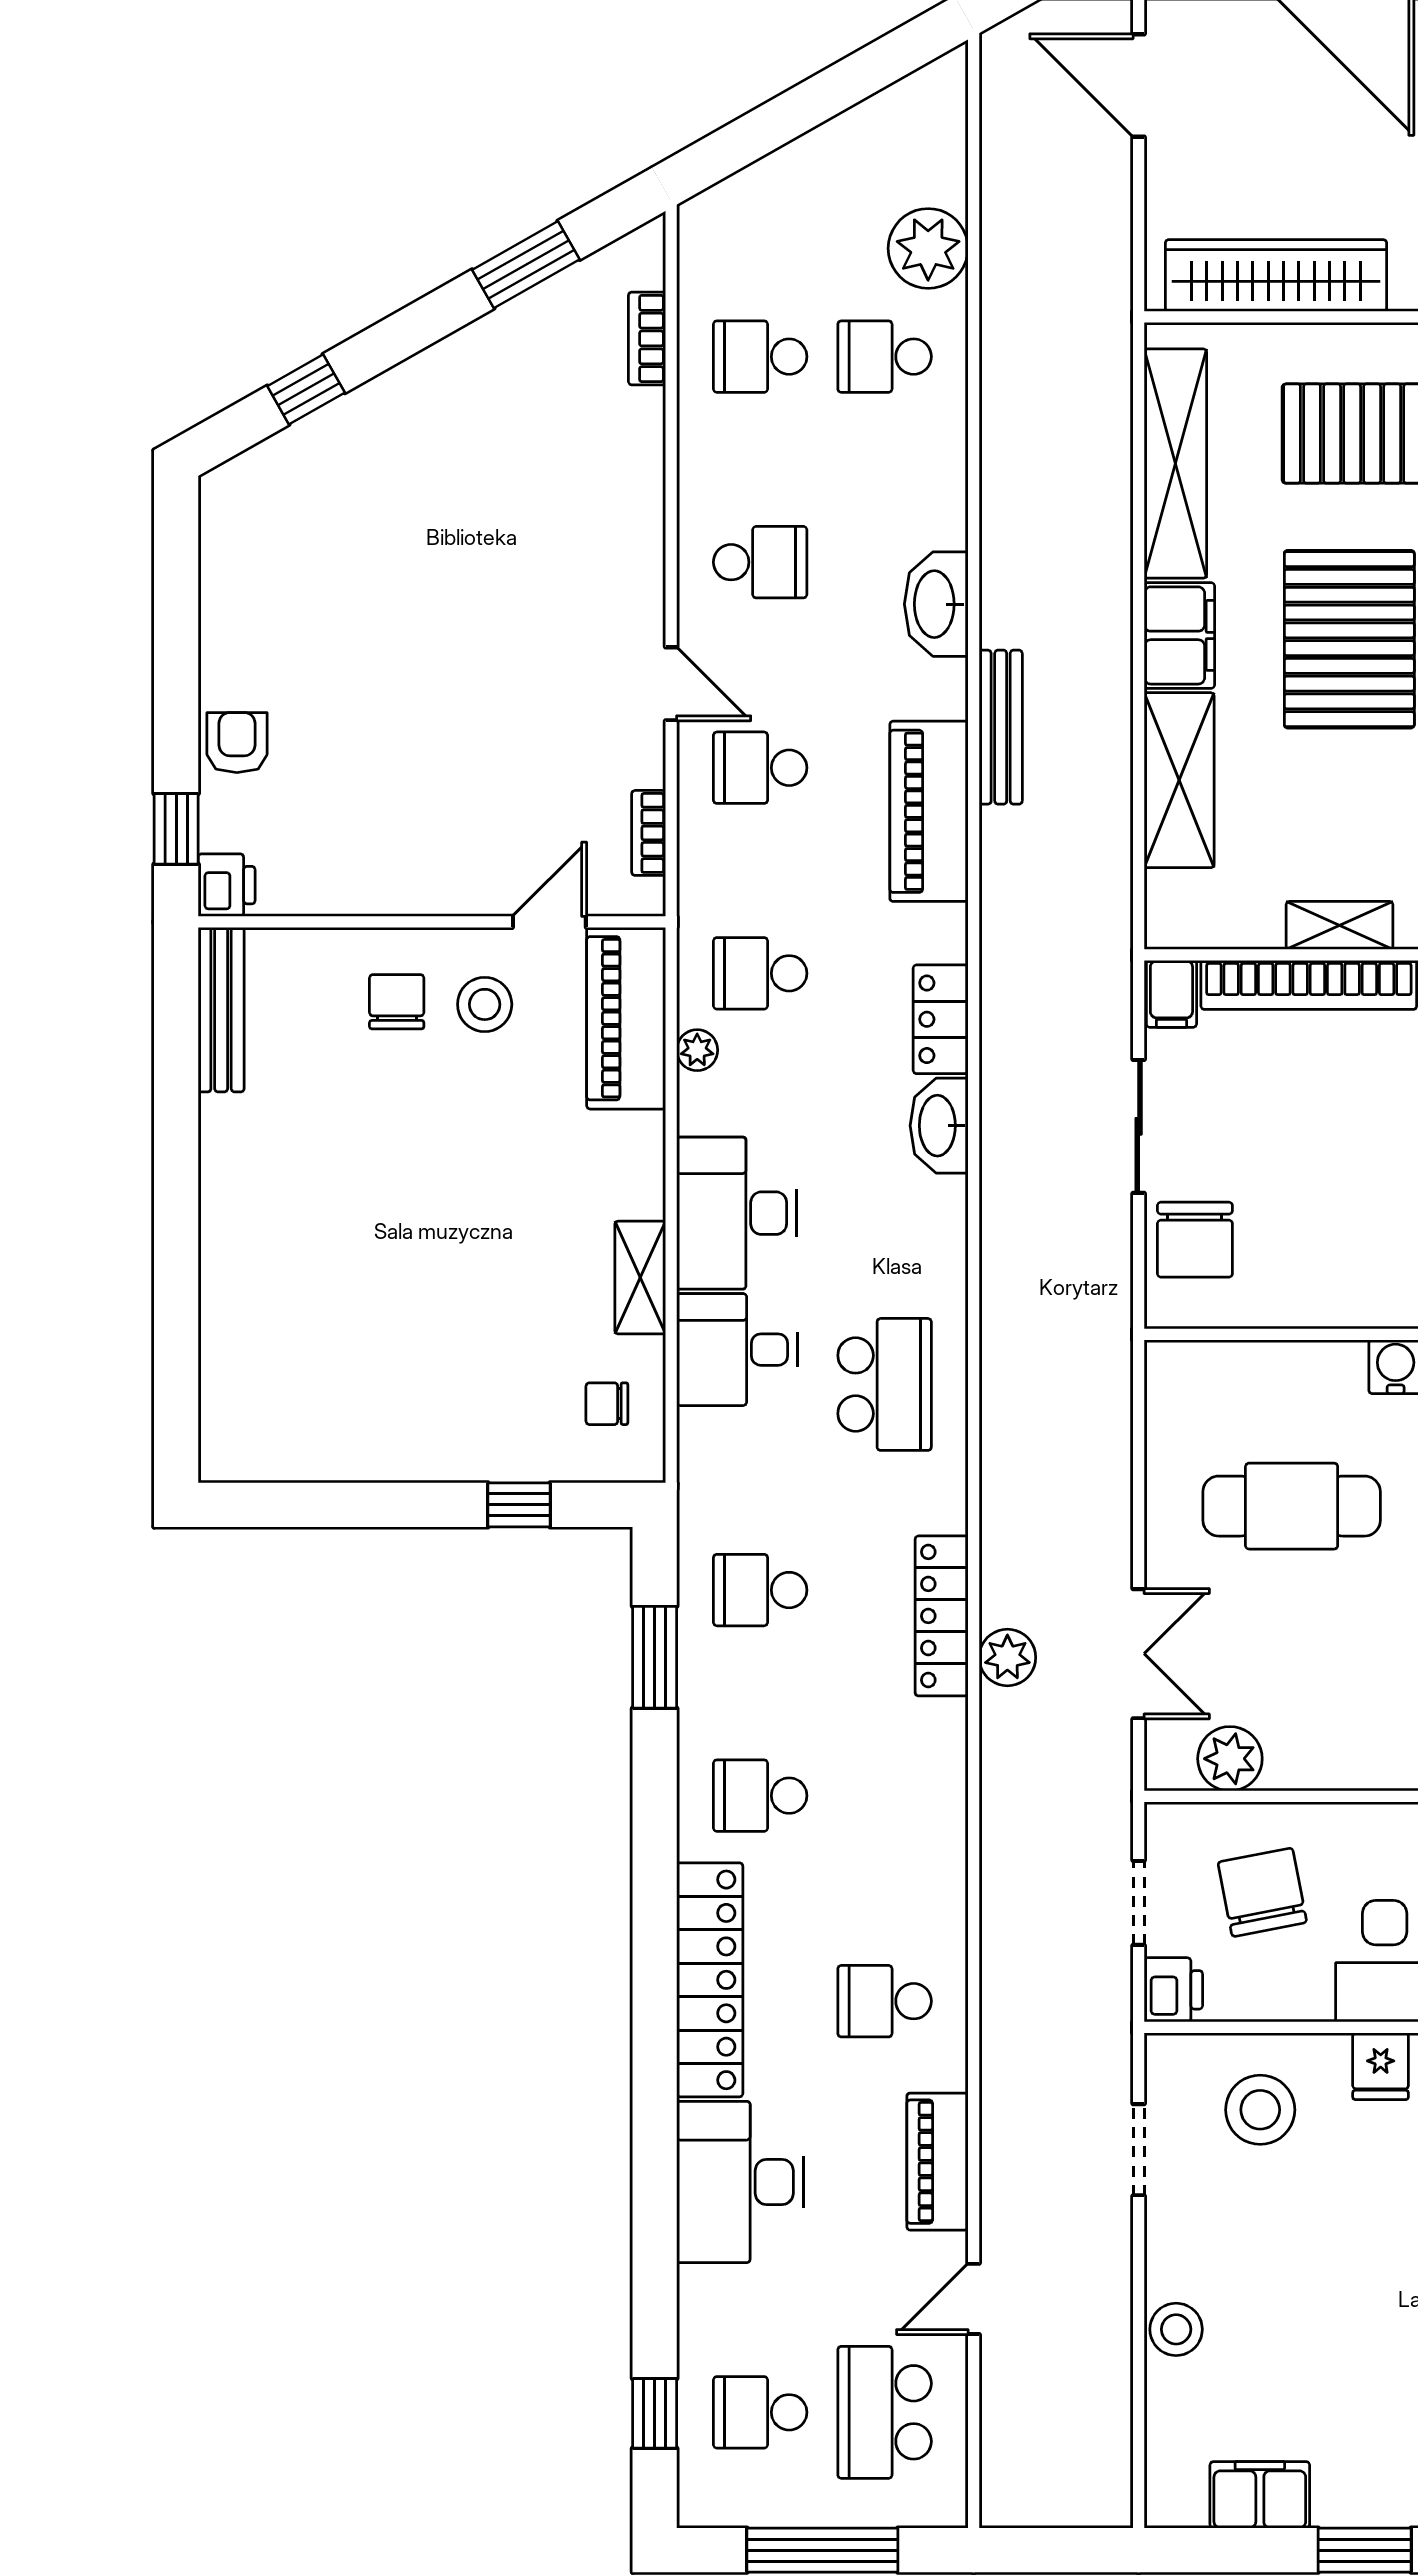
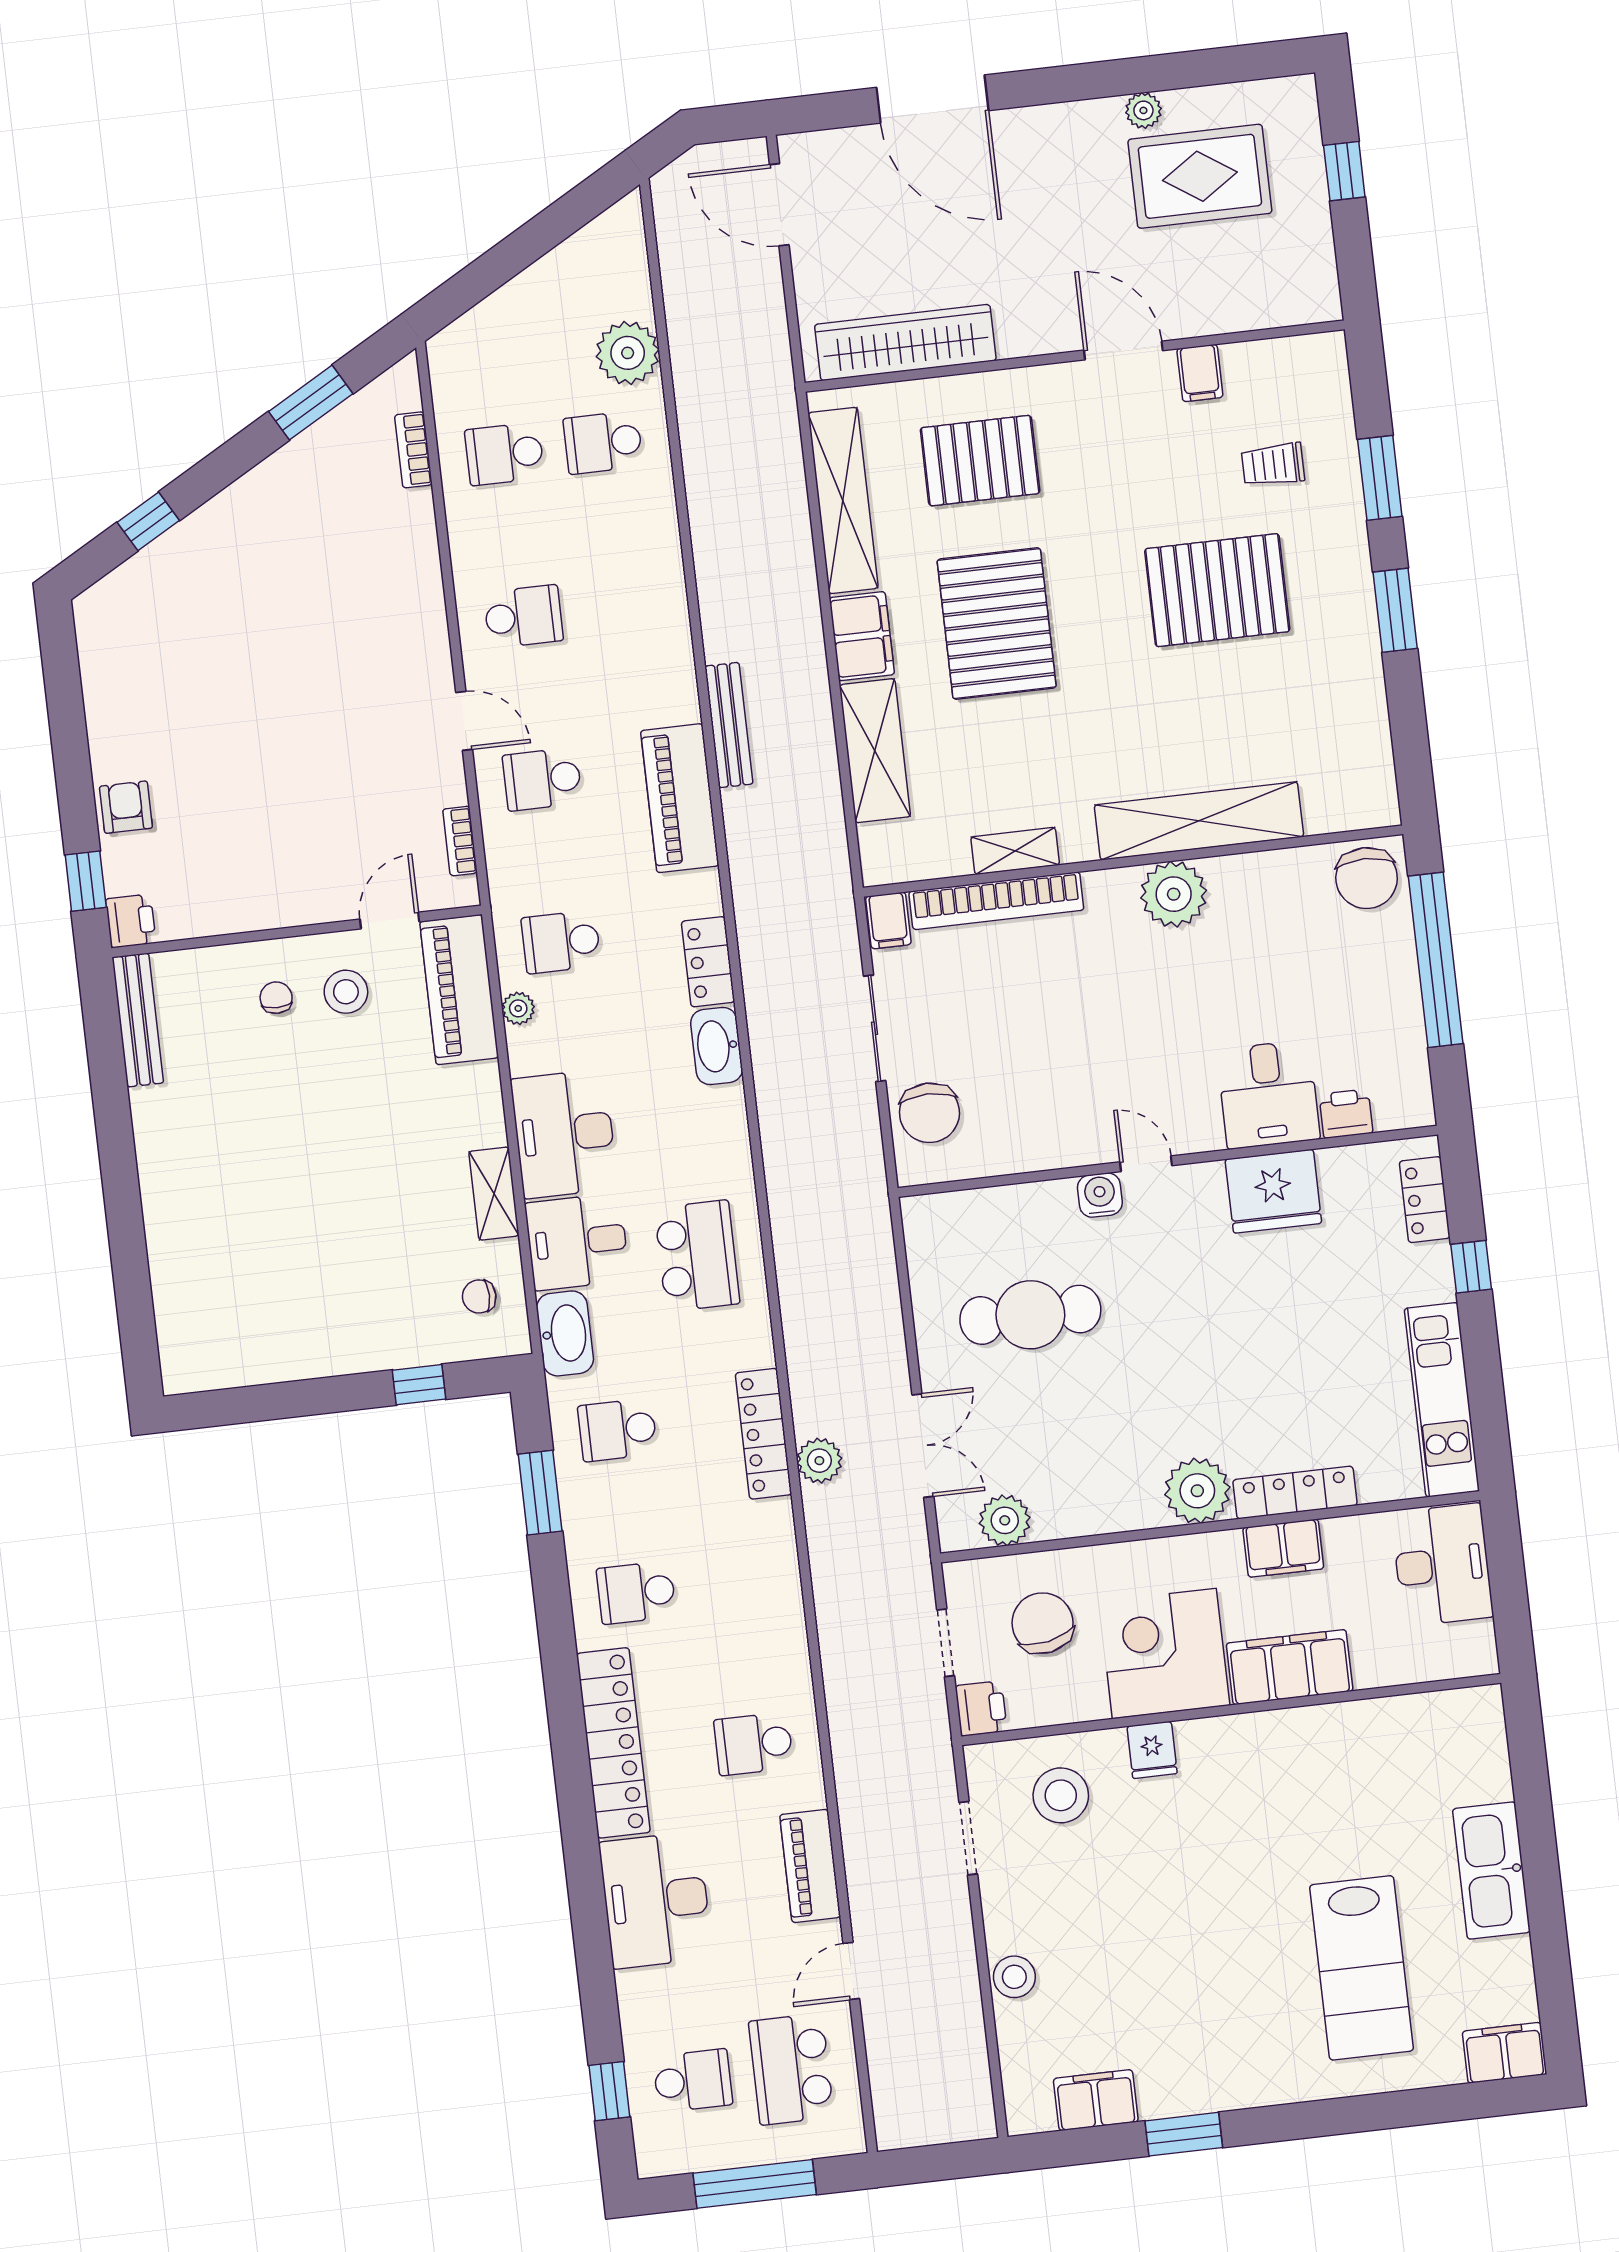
washbasin: (936, 604) -> (565, 1333), moved, turned 180
chair: (397, 1002) -> (276, 998), width x0.73, depth x0.73
school desk: (760, 2412) -> (693, 2081), turned 180

